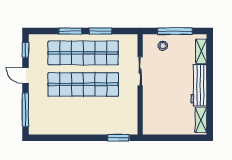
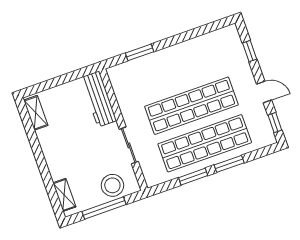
stool: (163, 46) -> (112, 185), width x1.89, depth x1.89
workbench: (199, 85) -> (99, 99), moved, turned 180
window: (25, 110) -> (250, 51), width x0.46
window: (118, 138) -> (140, 52), moved

